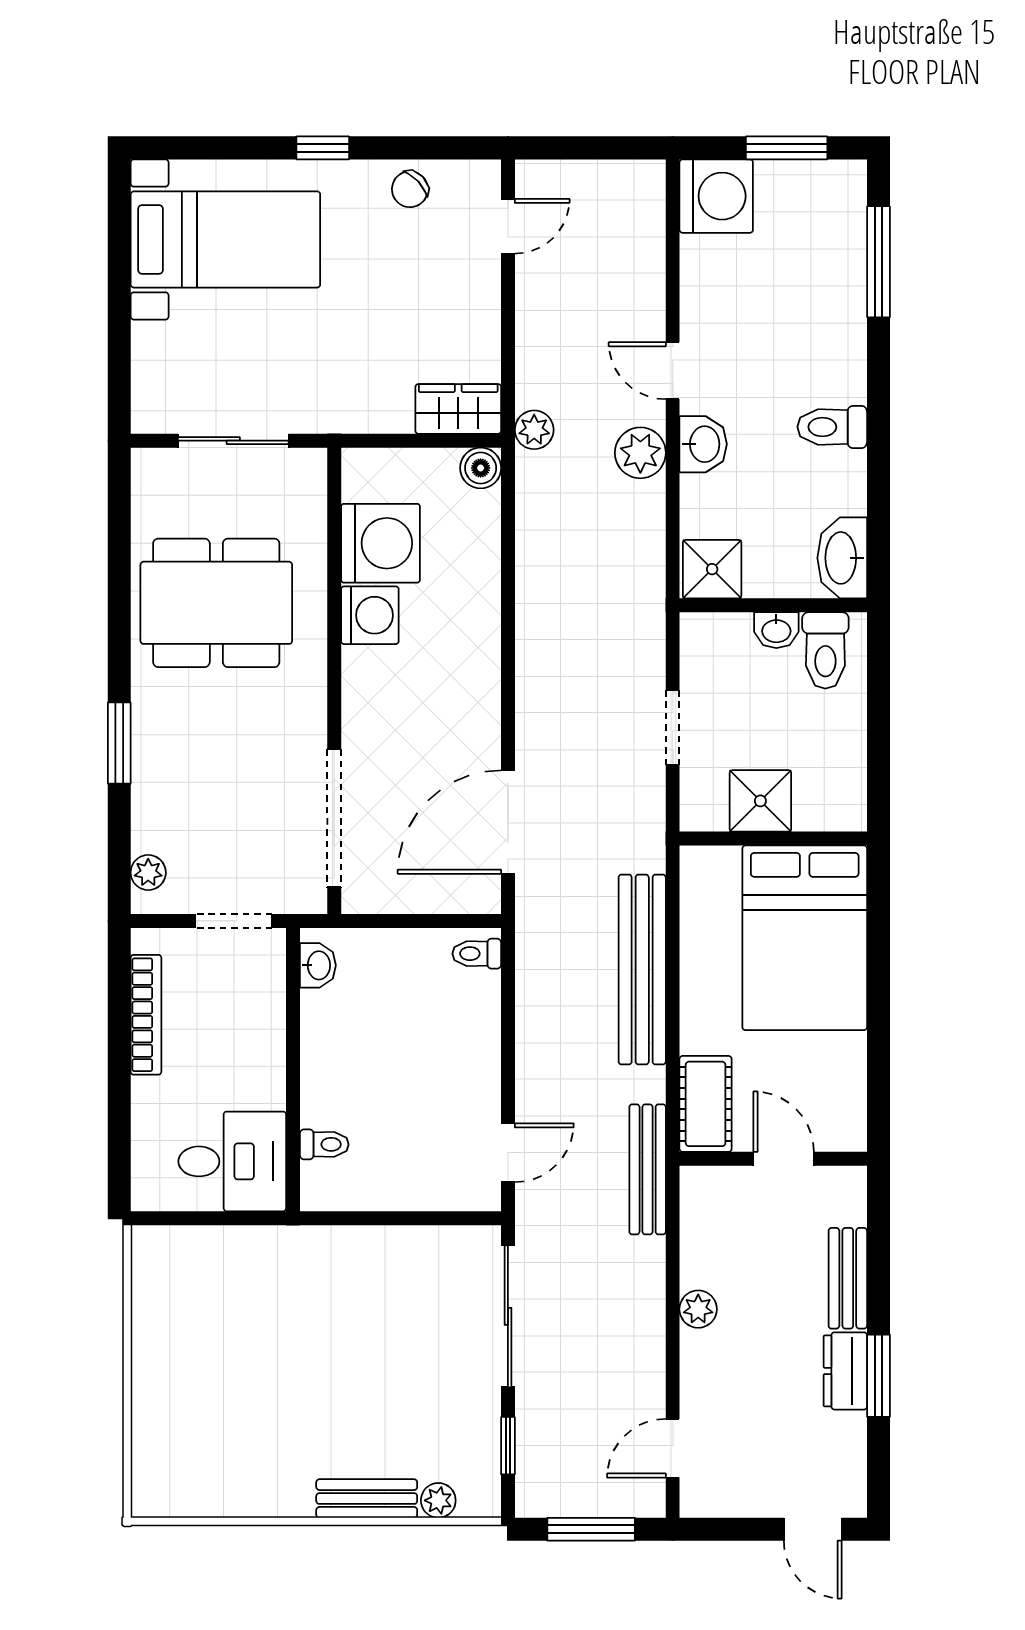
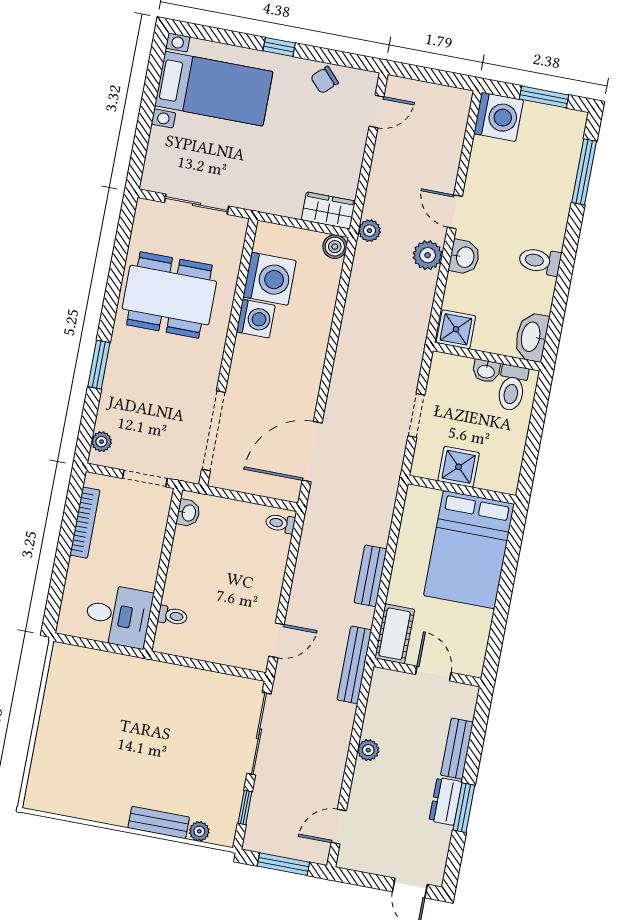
bench: (642, 970) -> (371, 576), width x0.54, depth x0.82

